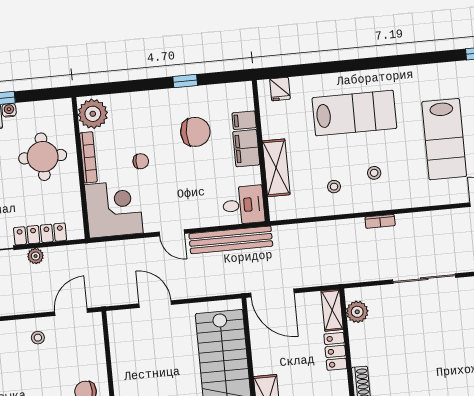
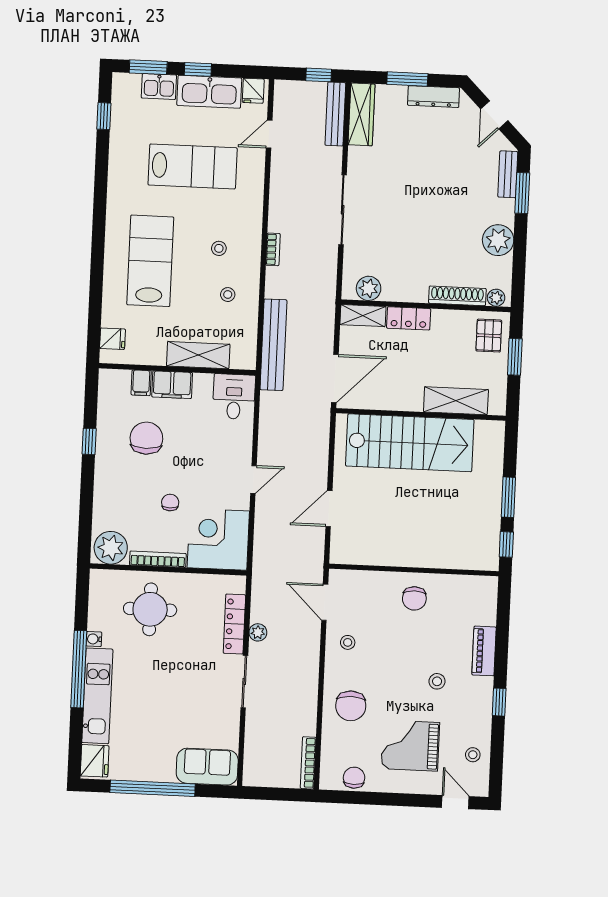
bench: (231, 240) -> (273, 345), moved

